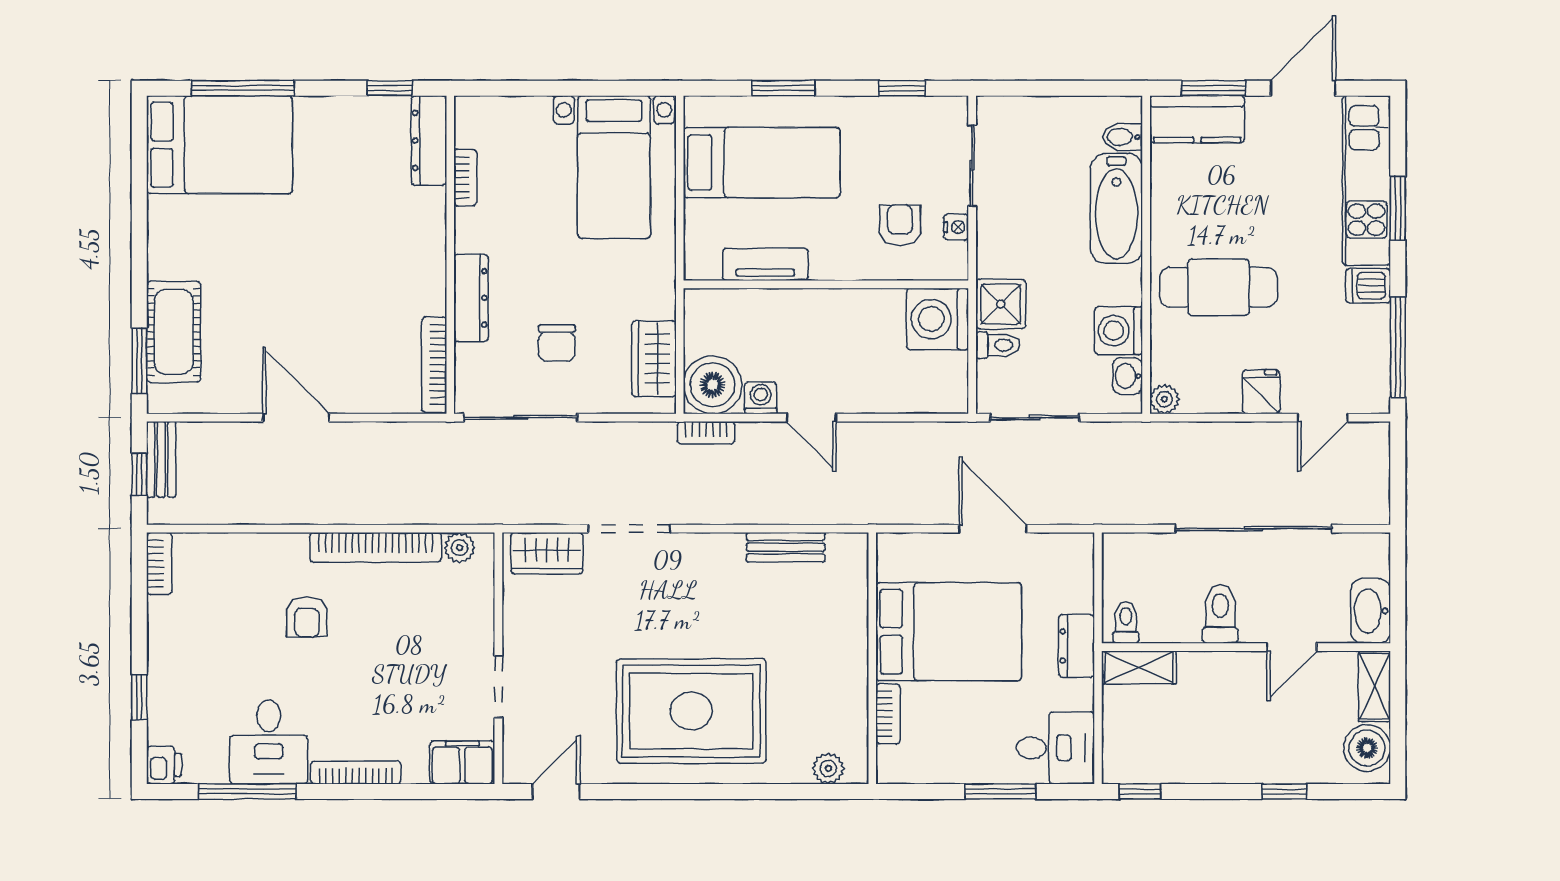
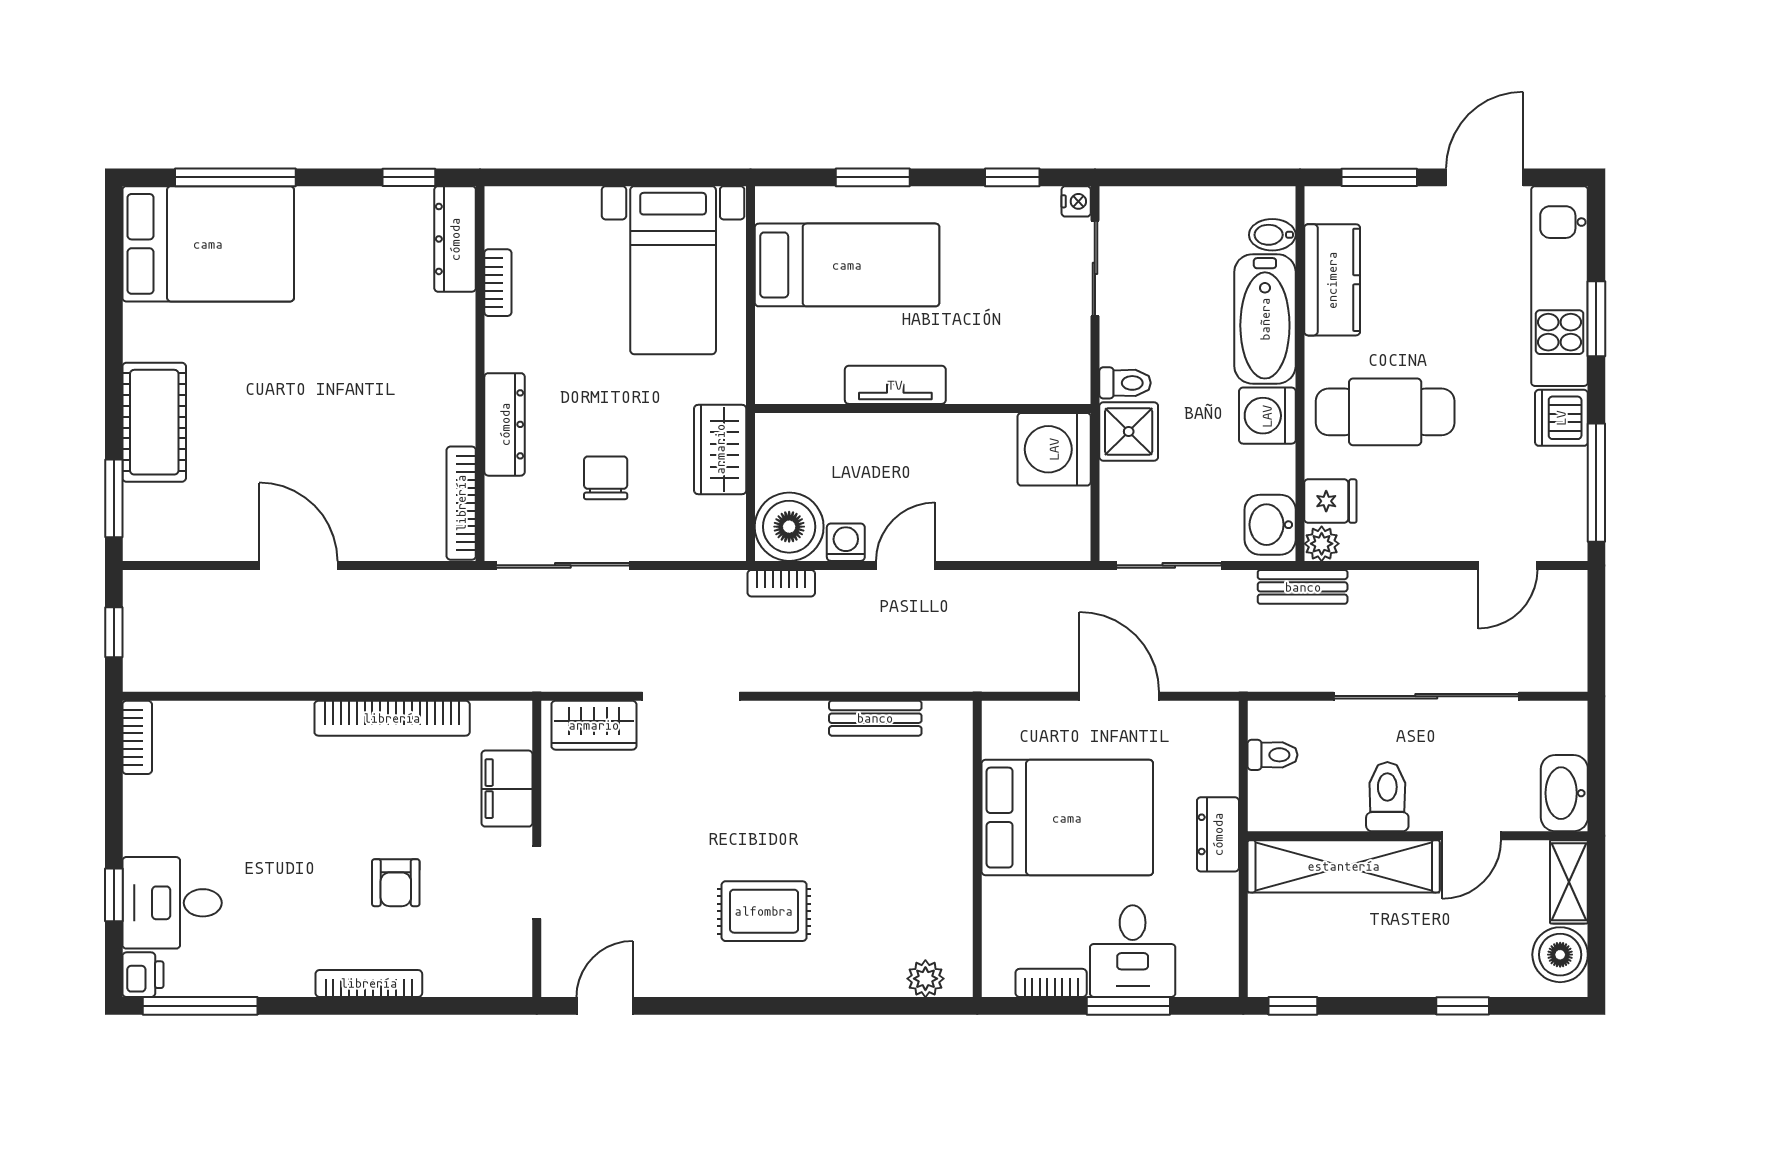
kitchen counter: (1197, 119) -> (1332, 280), moved, turned -90
armchair: (900, 225) -> (1010, 339), removed
nightstand: (956, 227) -> (1076, 201), moved
tv unit: (765, 264) -> (895, 385), moved
dishwasher: (1368, 286) -> (1561, 418), width x1.38
washing machine: (1118, 331) -> (1267, 416), moved
cot: (174, 332) -> (154, 422), moved
chair: (557, 343) -> (606, 478), turned 180
toilet: (998, 345) -> (1125, 383), moved
wardrobe: (654, 359) -> (720, 449), moved
washbasin: (1127, 376) -> (1270, 525), width x1.38, depth x1.45
fridge: (1261, 392) -> (1330, 501), moved, turned 90
door: (811, 418) -> (905, 565), swing flipped
bench: (161, 459) -> (1303, 587), moved, turned 90
plant: (460, 548) -> (491, 719), removed
armchair: (307, 617) -> (396, 883), moved
toilet: (1126, 622) -> (1272, 755), moved, turned 90
shelving: (1139, 667) -> (1344, 866), width x2.20, depth x1.33
rug: (691, 711) -> (764, 911), width x0.54, depth x0.49
bookcase: (888, 714) -> (1051, 983), moved, turned -90
desk: (269, 742) -> (172, 903), moved, turned 90
desk: (1055, 748) -> (1133, 951), moved, turned 90
filing cabinet: (462, 762) -> (507, 789), moved, turned -90
window: (247, 791) -> (200, 1006), moved

